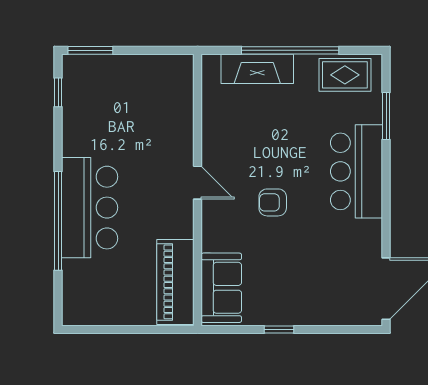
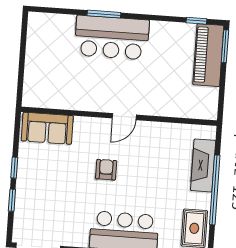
window: (58, 221) -> (104, 14), width x0.47
piano: (175, 282) -> (208, 55), moved, turned -90
window: (324, 329) -> (12, 200), added

